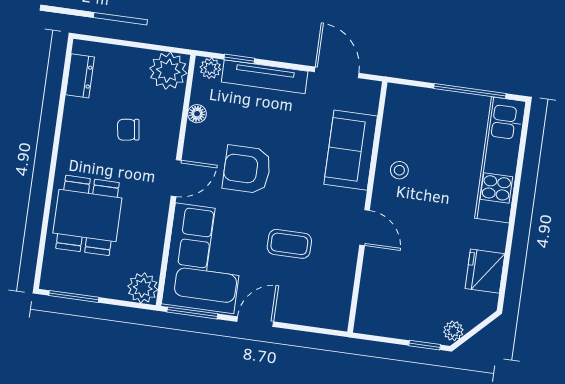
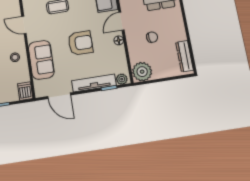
dresser: (80, 76) -> (184, 56), width x1.44
dishwasher: (398, 100) -> (25, 91), added
floor lamp: (197, 114) -> (119, 40), moved
armchair: (247, 169) -> (80, 43), moved

